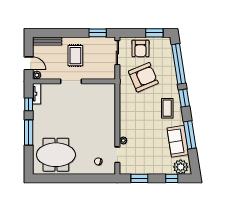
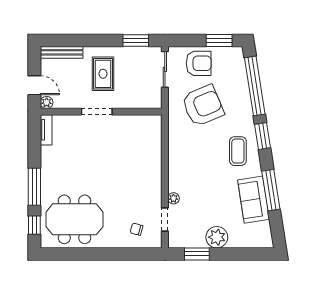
armchair: (140, 48) -> (199, 63), turned -90
window: (29, 104) -> (34, 225), moved
plant: (181, 167) -> (217, 237), moved
window: (172, 178) -> (245, 254), removed

